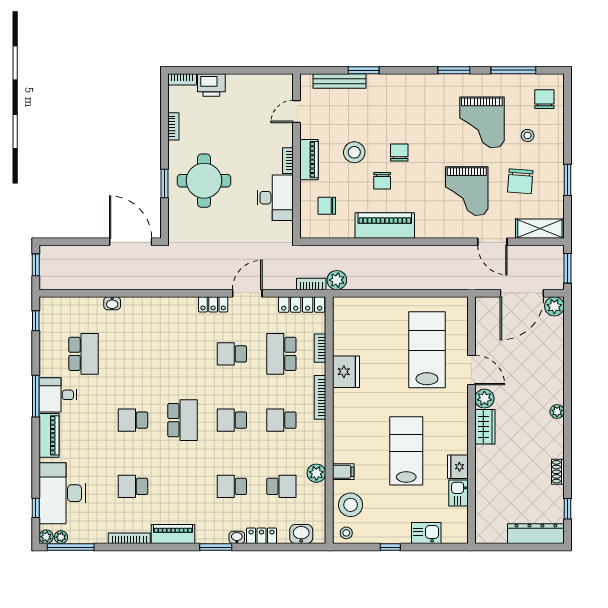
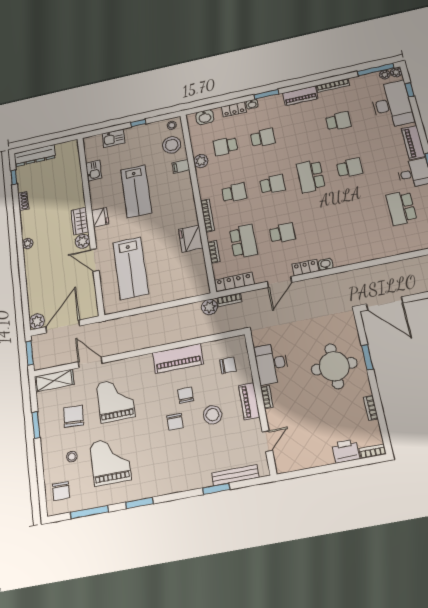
washbasin: (112, 303) -> (326, 264), moved
fridge: (458, 467) -> (100, 217), moved

